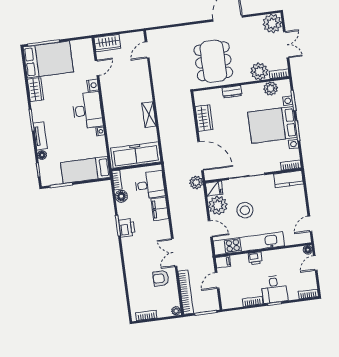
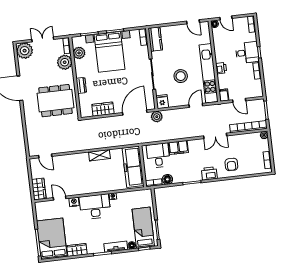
bed: (85, 170) -> (143, 228), moved, turned 180
plant: (218, 205) -> (176, 99), removed
printer: (127, 228) -> (209, 173), moved
armchair: (161, 278) -> (231, 164), moved

